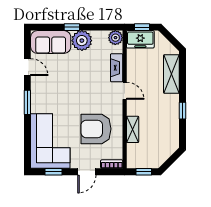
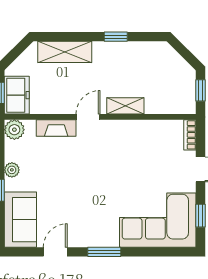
plant: (82, 41) -> (12, 170), width x0.53, depth x0.53
armchair: (96, 129) -> (141, 157), removed
shelving: (133, 129) -> (125, 106), moved

